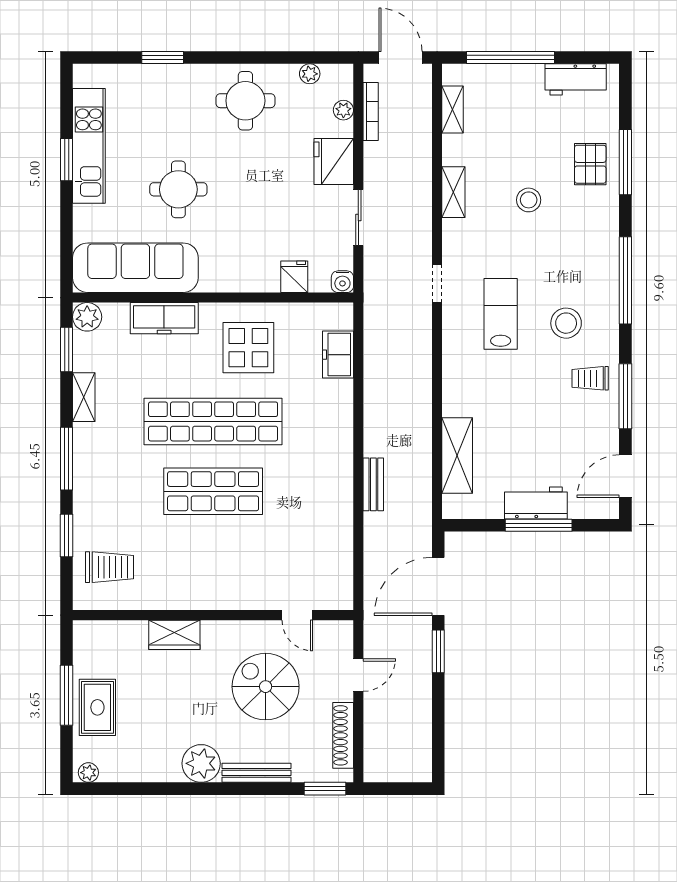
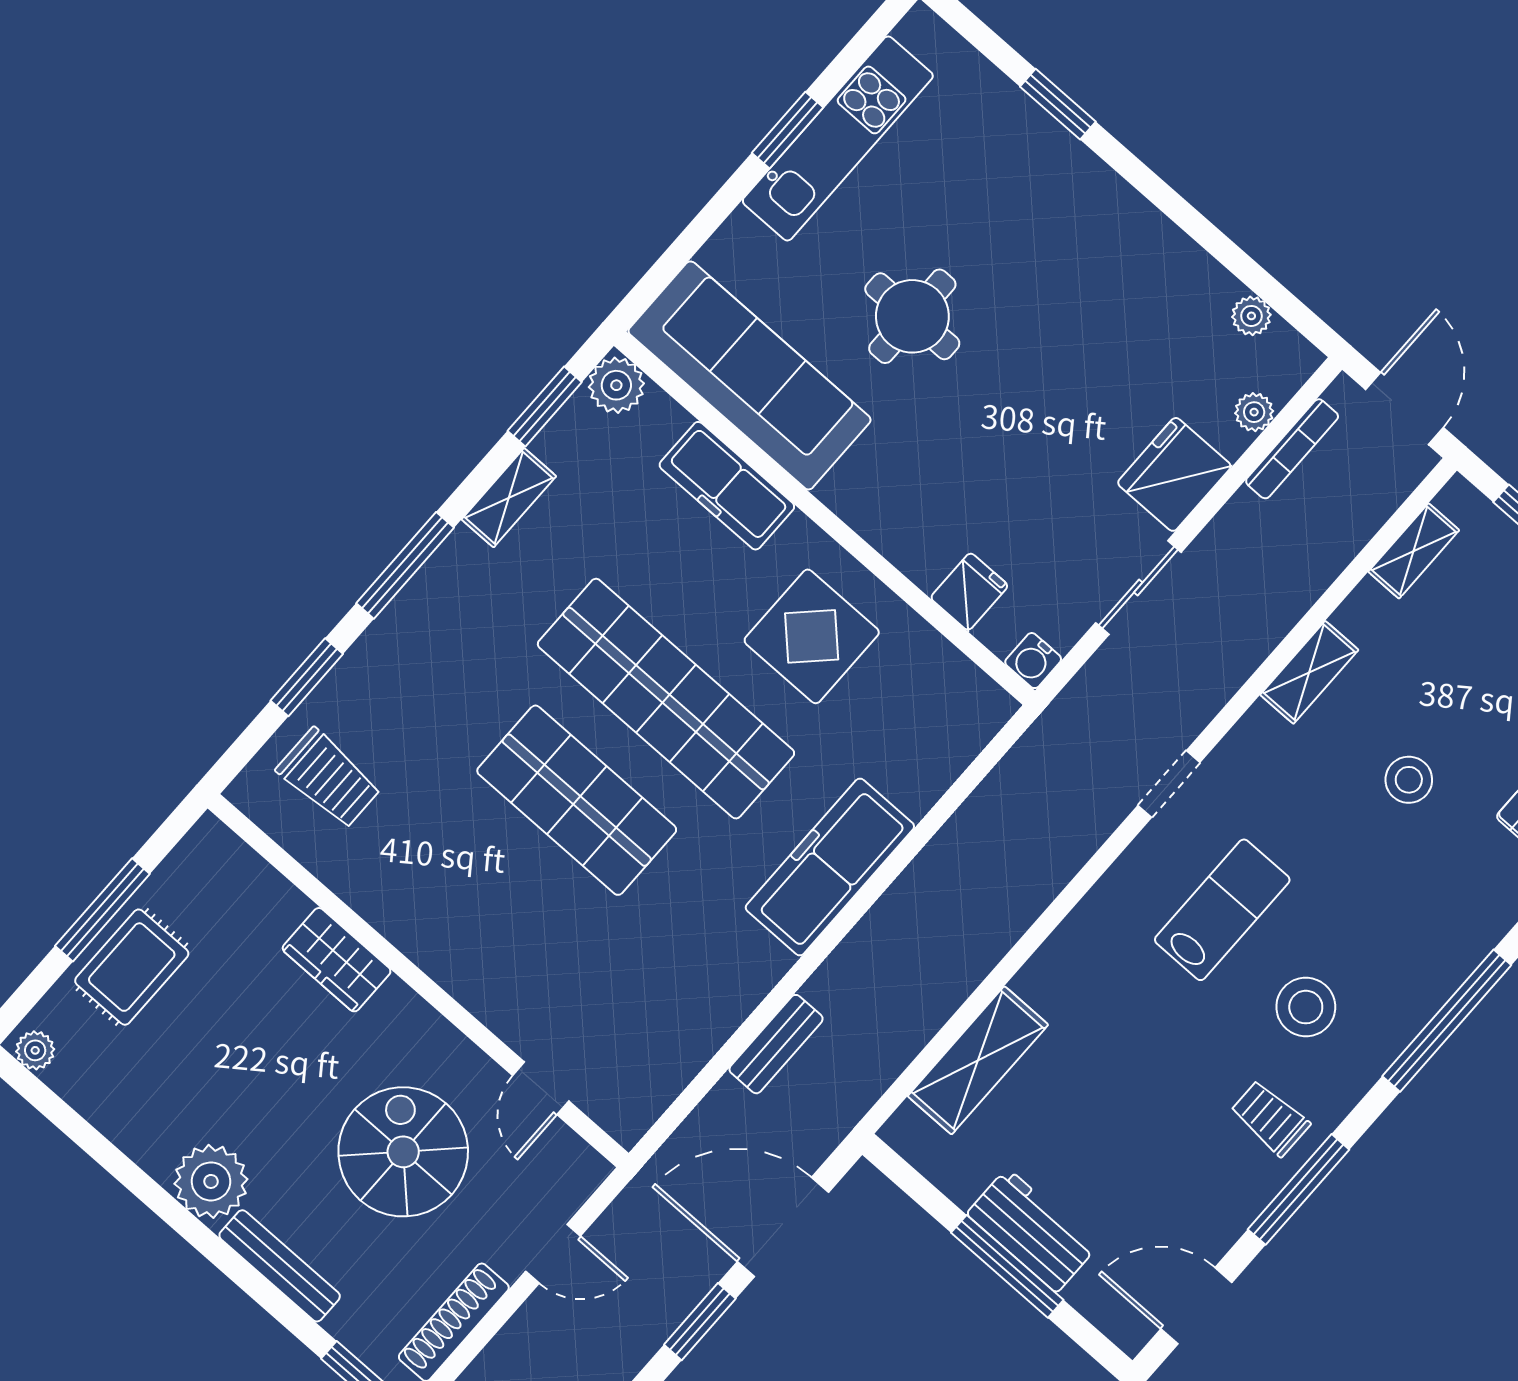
round table: (245, 101) -> (1123, 273), removed
freezer: (338, 355) -> (830, 867), moved, width x1.91, depth x1.26
bench: (373, 484) -> (776, 1044), moved

